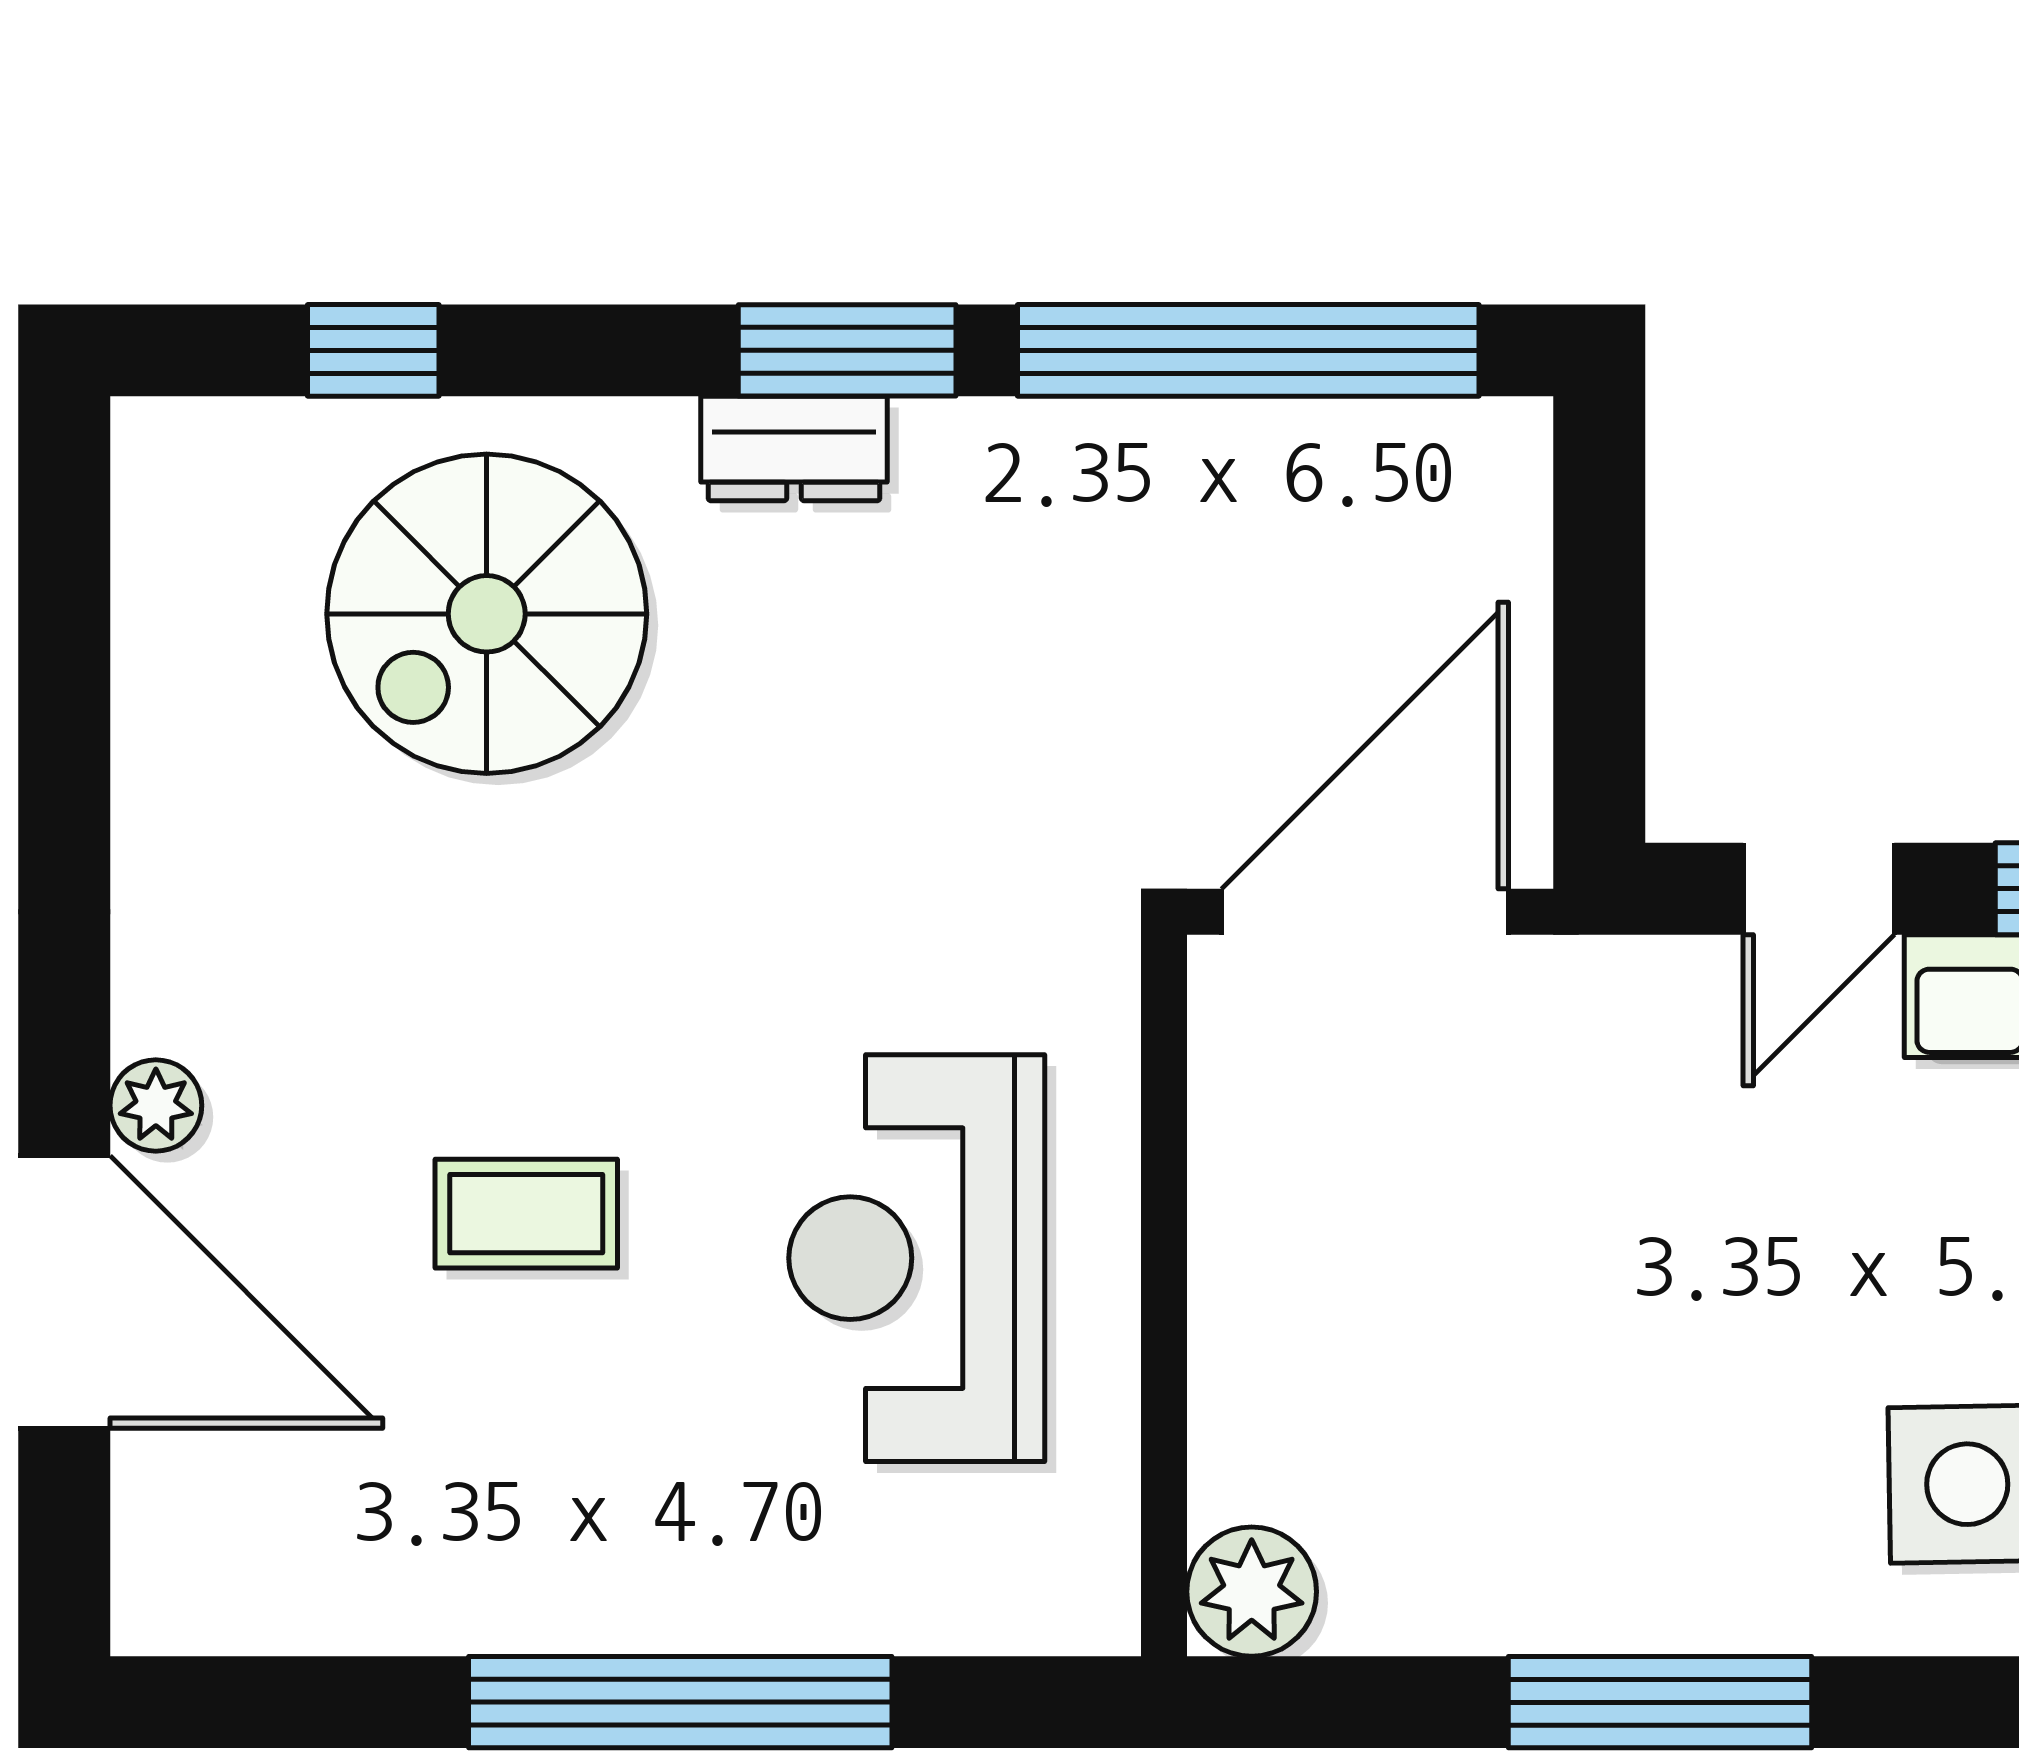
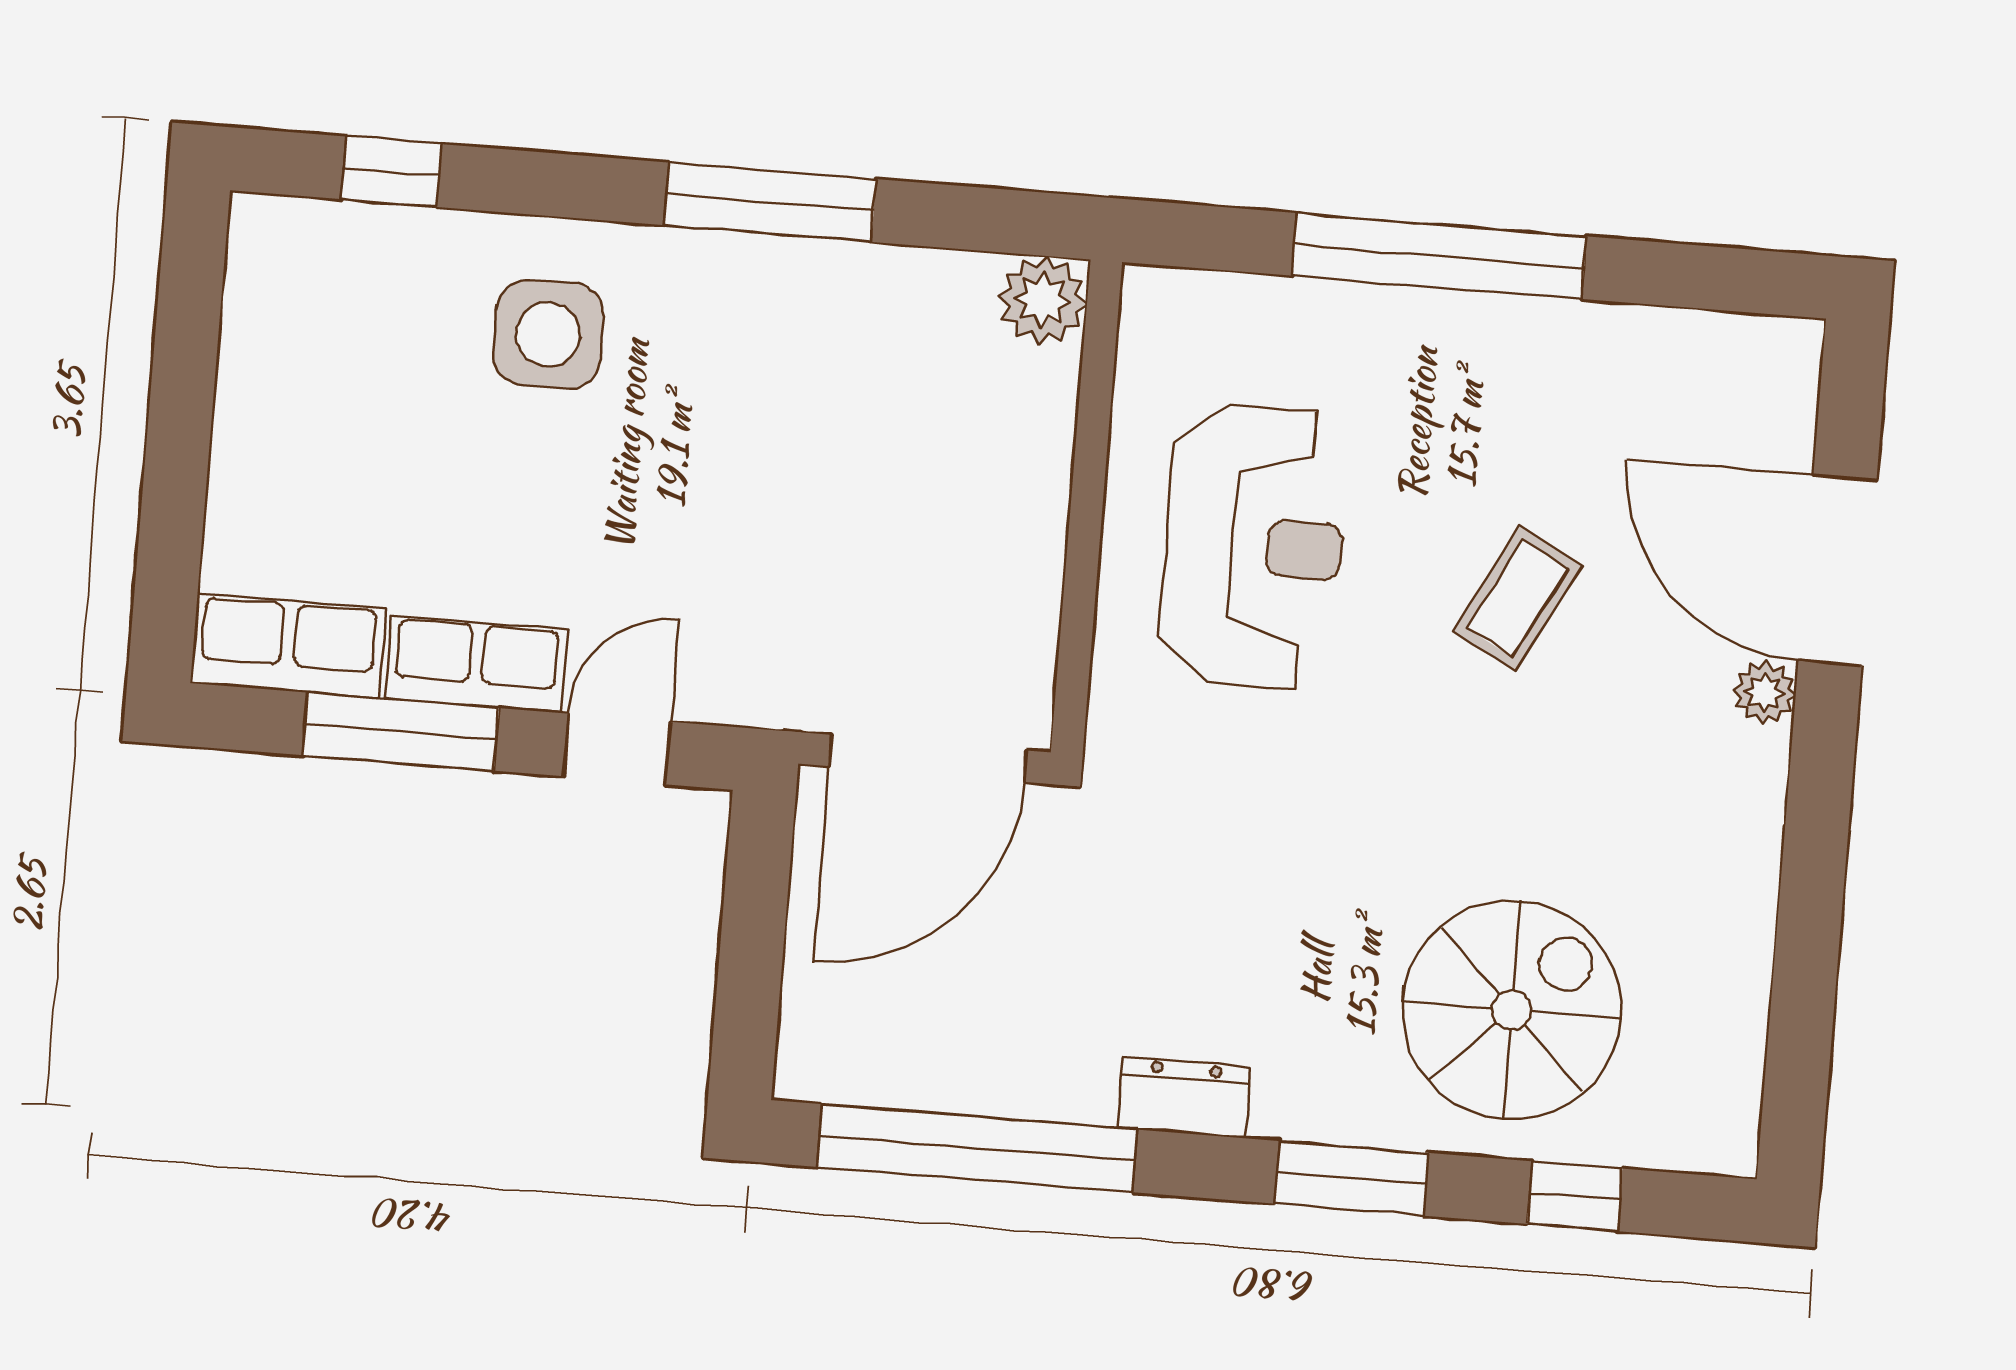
window: (847, 350) -> (1351, 1178), moved
dresser: (794, 449) -> (1184, 1097), moved
coffee table: (526, 1214) -> (1518, 598), turned -62

